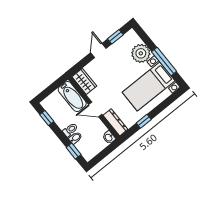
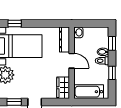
bathtub: (72, 97) -> (89, 92), moved, turned -90
window: (47, 118) -> (112, 73), moved
window: (144, 121) -> (15, 24), moved

